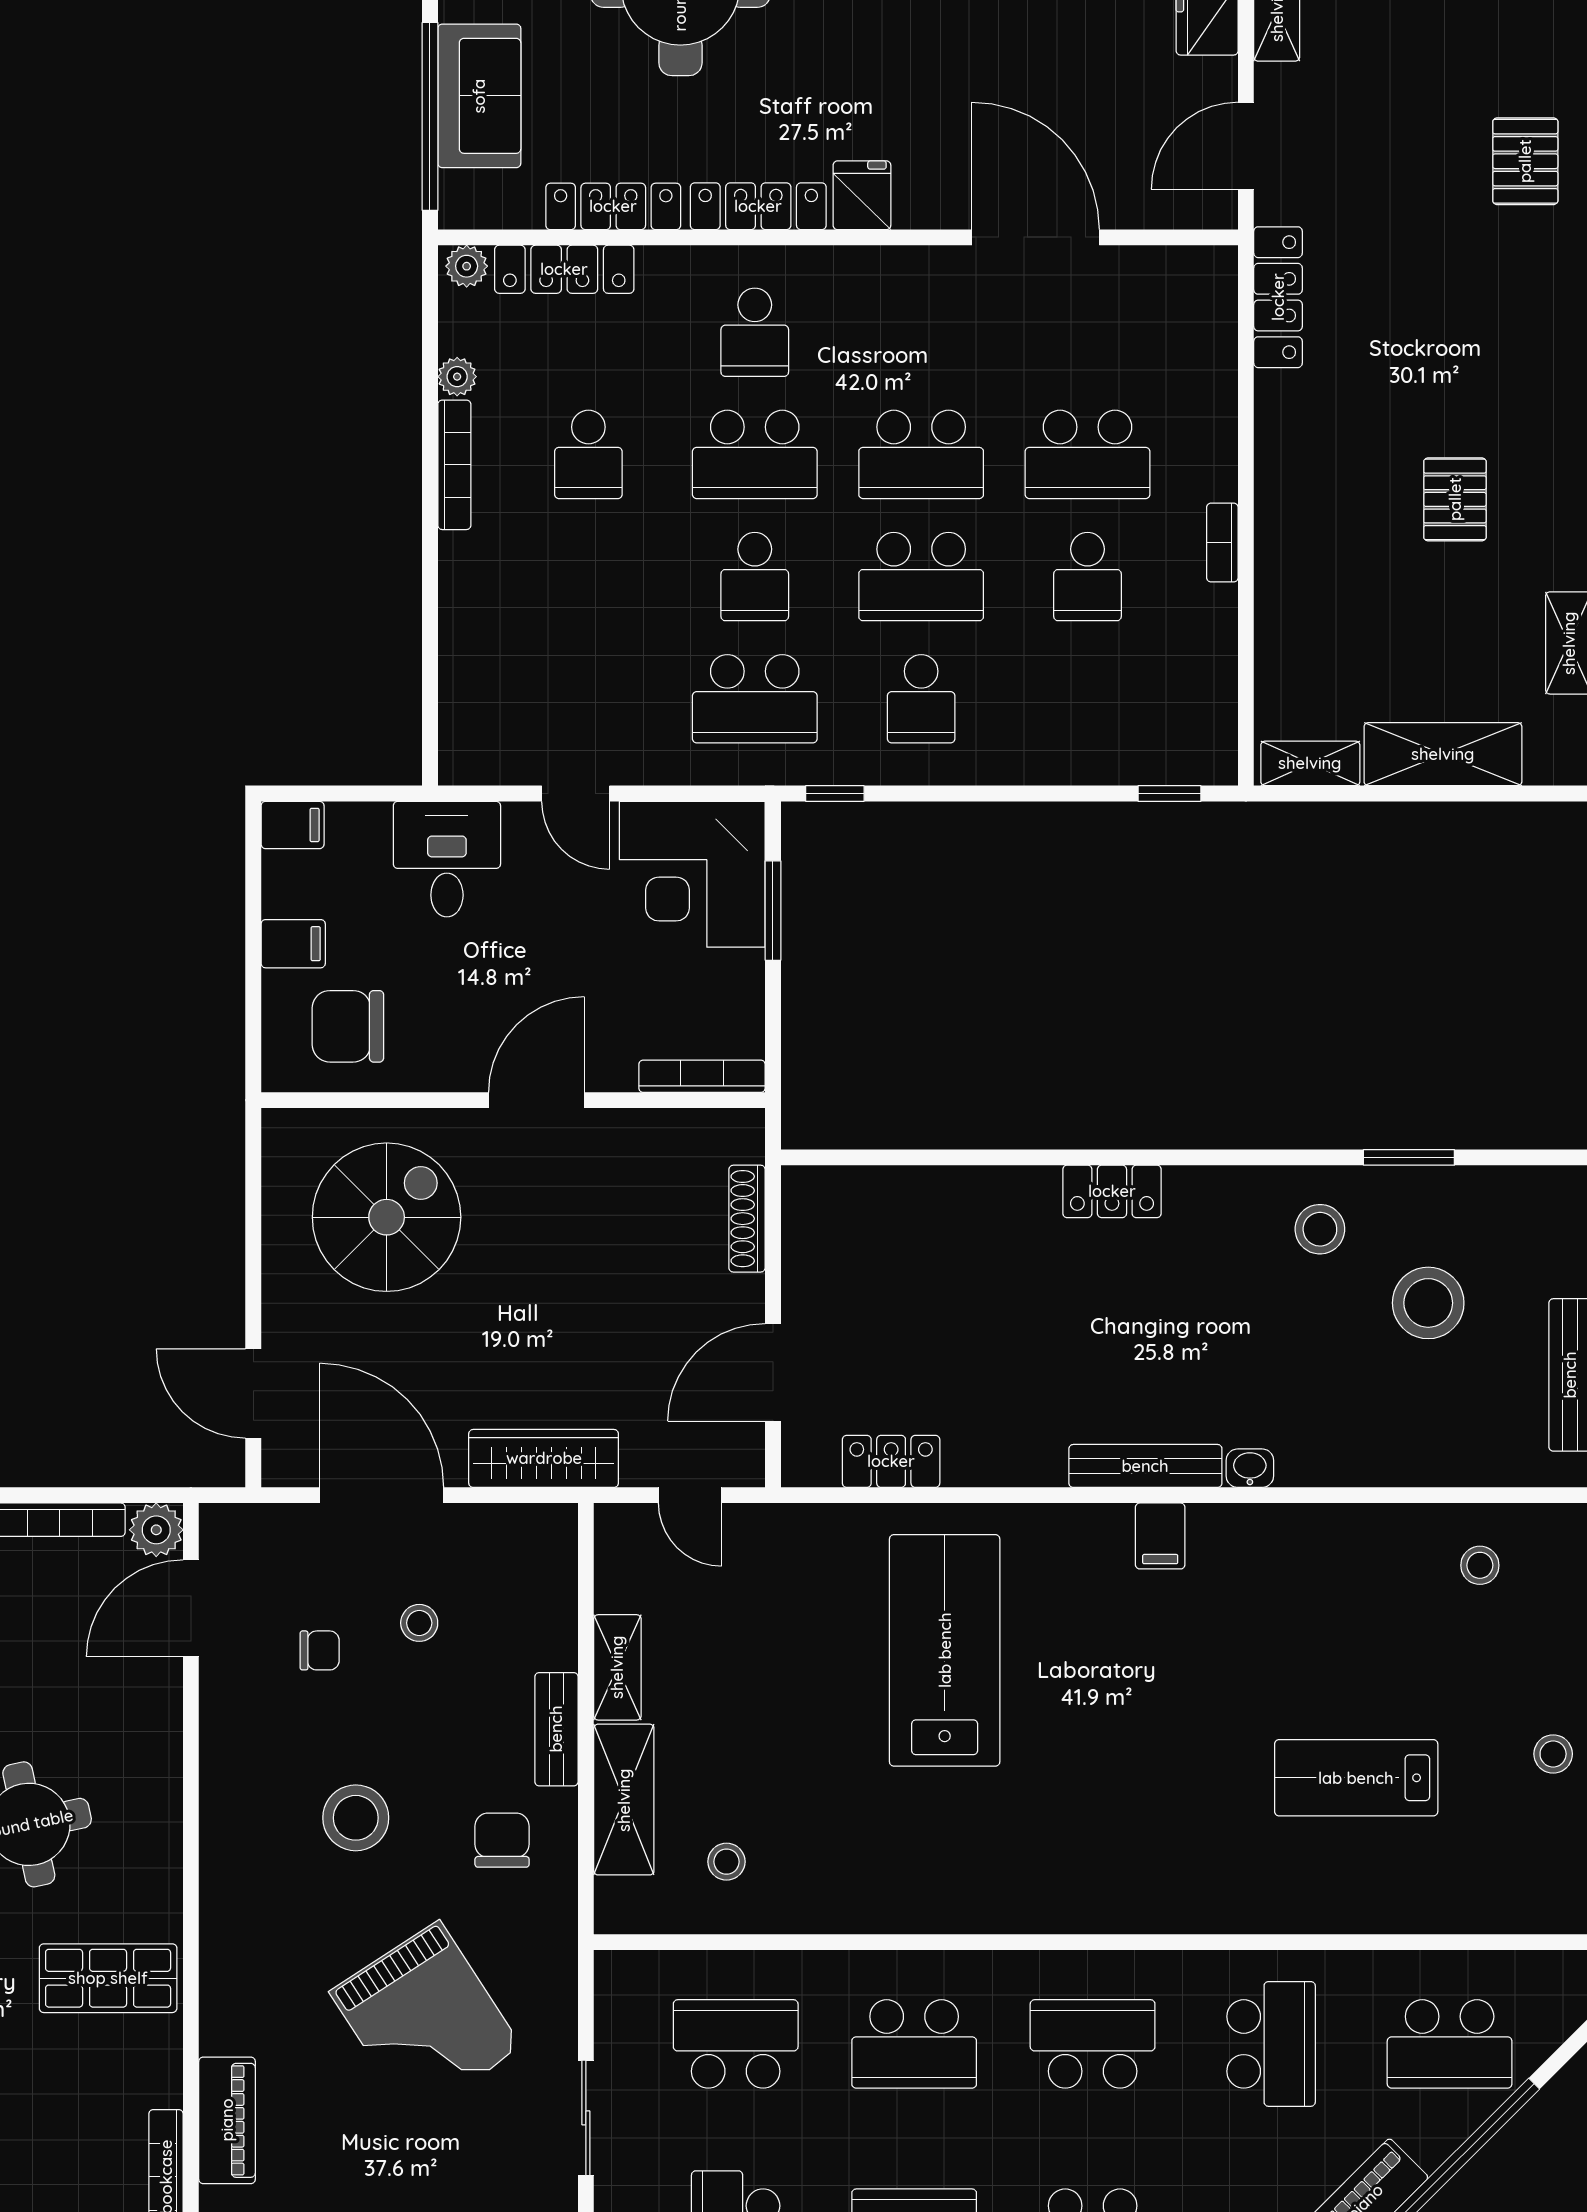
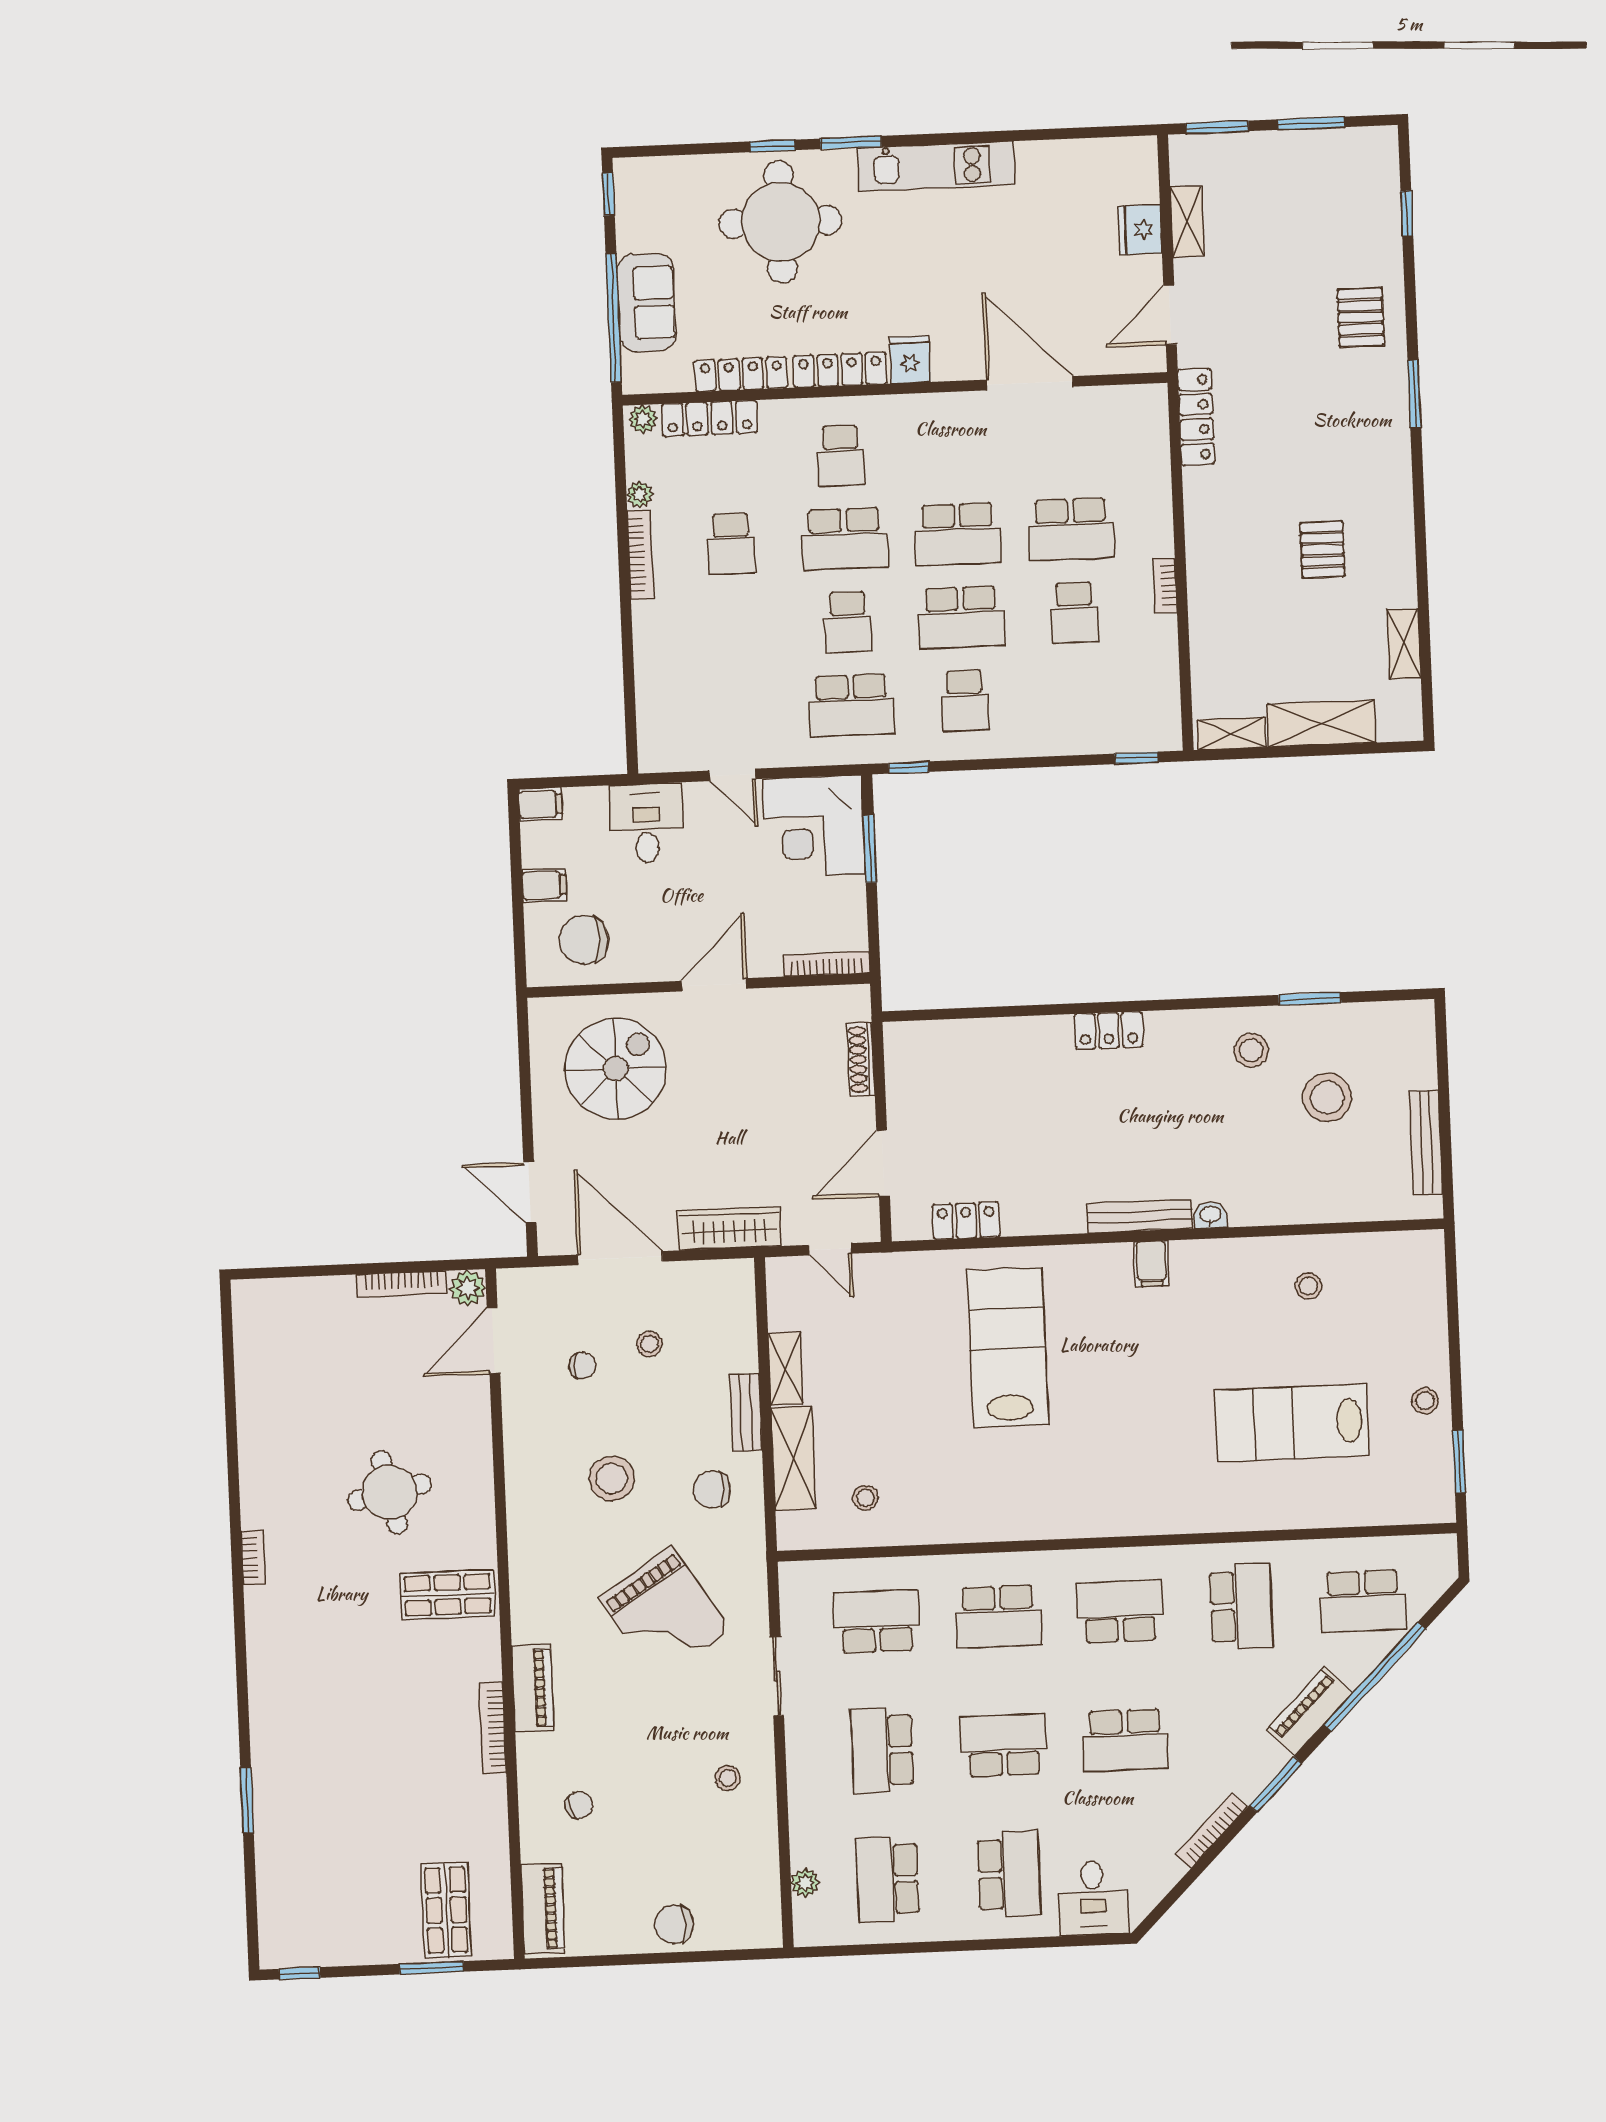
stool: (1480, 1565) -> (1308, 1286), moved
lab bench: (1356, 1778) -> (1292, 1423), width x1.36, depth x1.39
chair: (502, 1840) -> (712, 1490), turned -90

